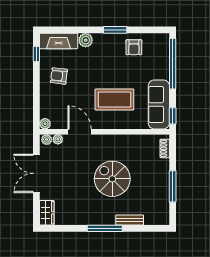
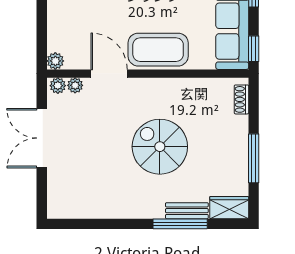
coffee table: (114, 100) -> (158, 50), moved
wardrobe: (47, 213) -> (229, 208), moved, turned -90
window: (105, 228) -> (180, 224), moved

